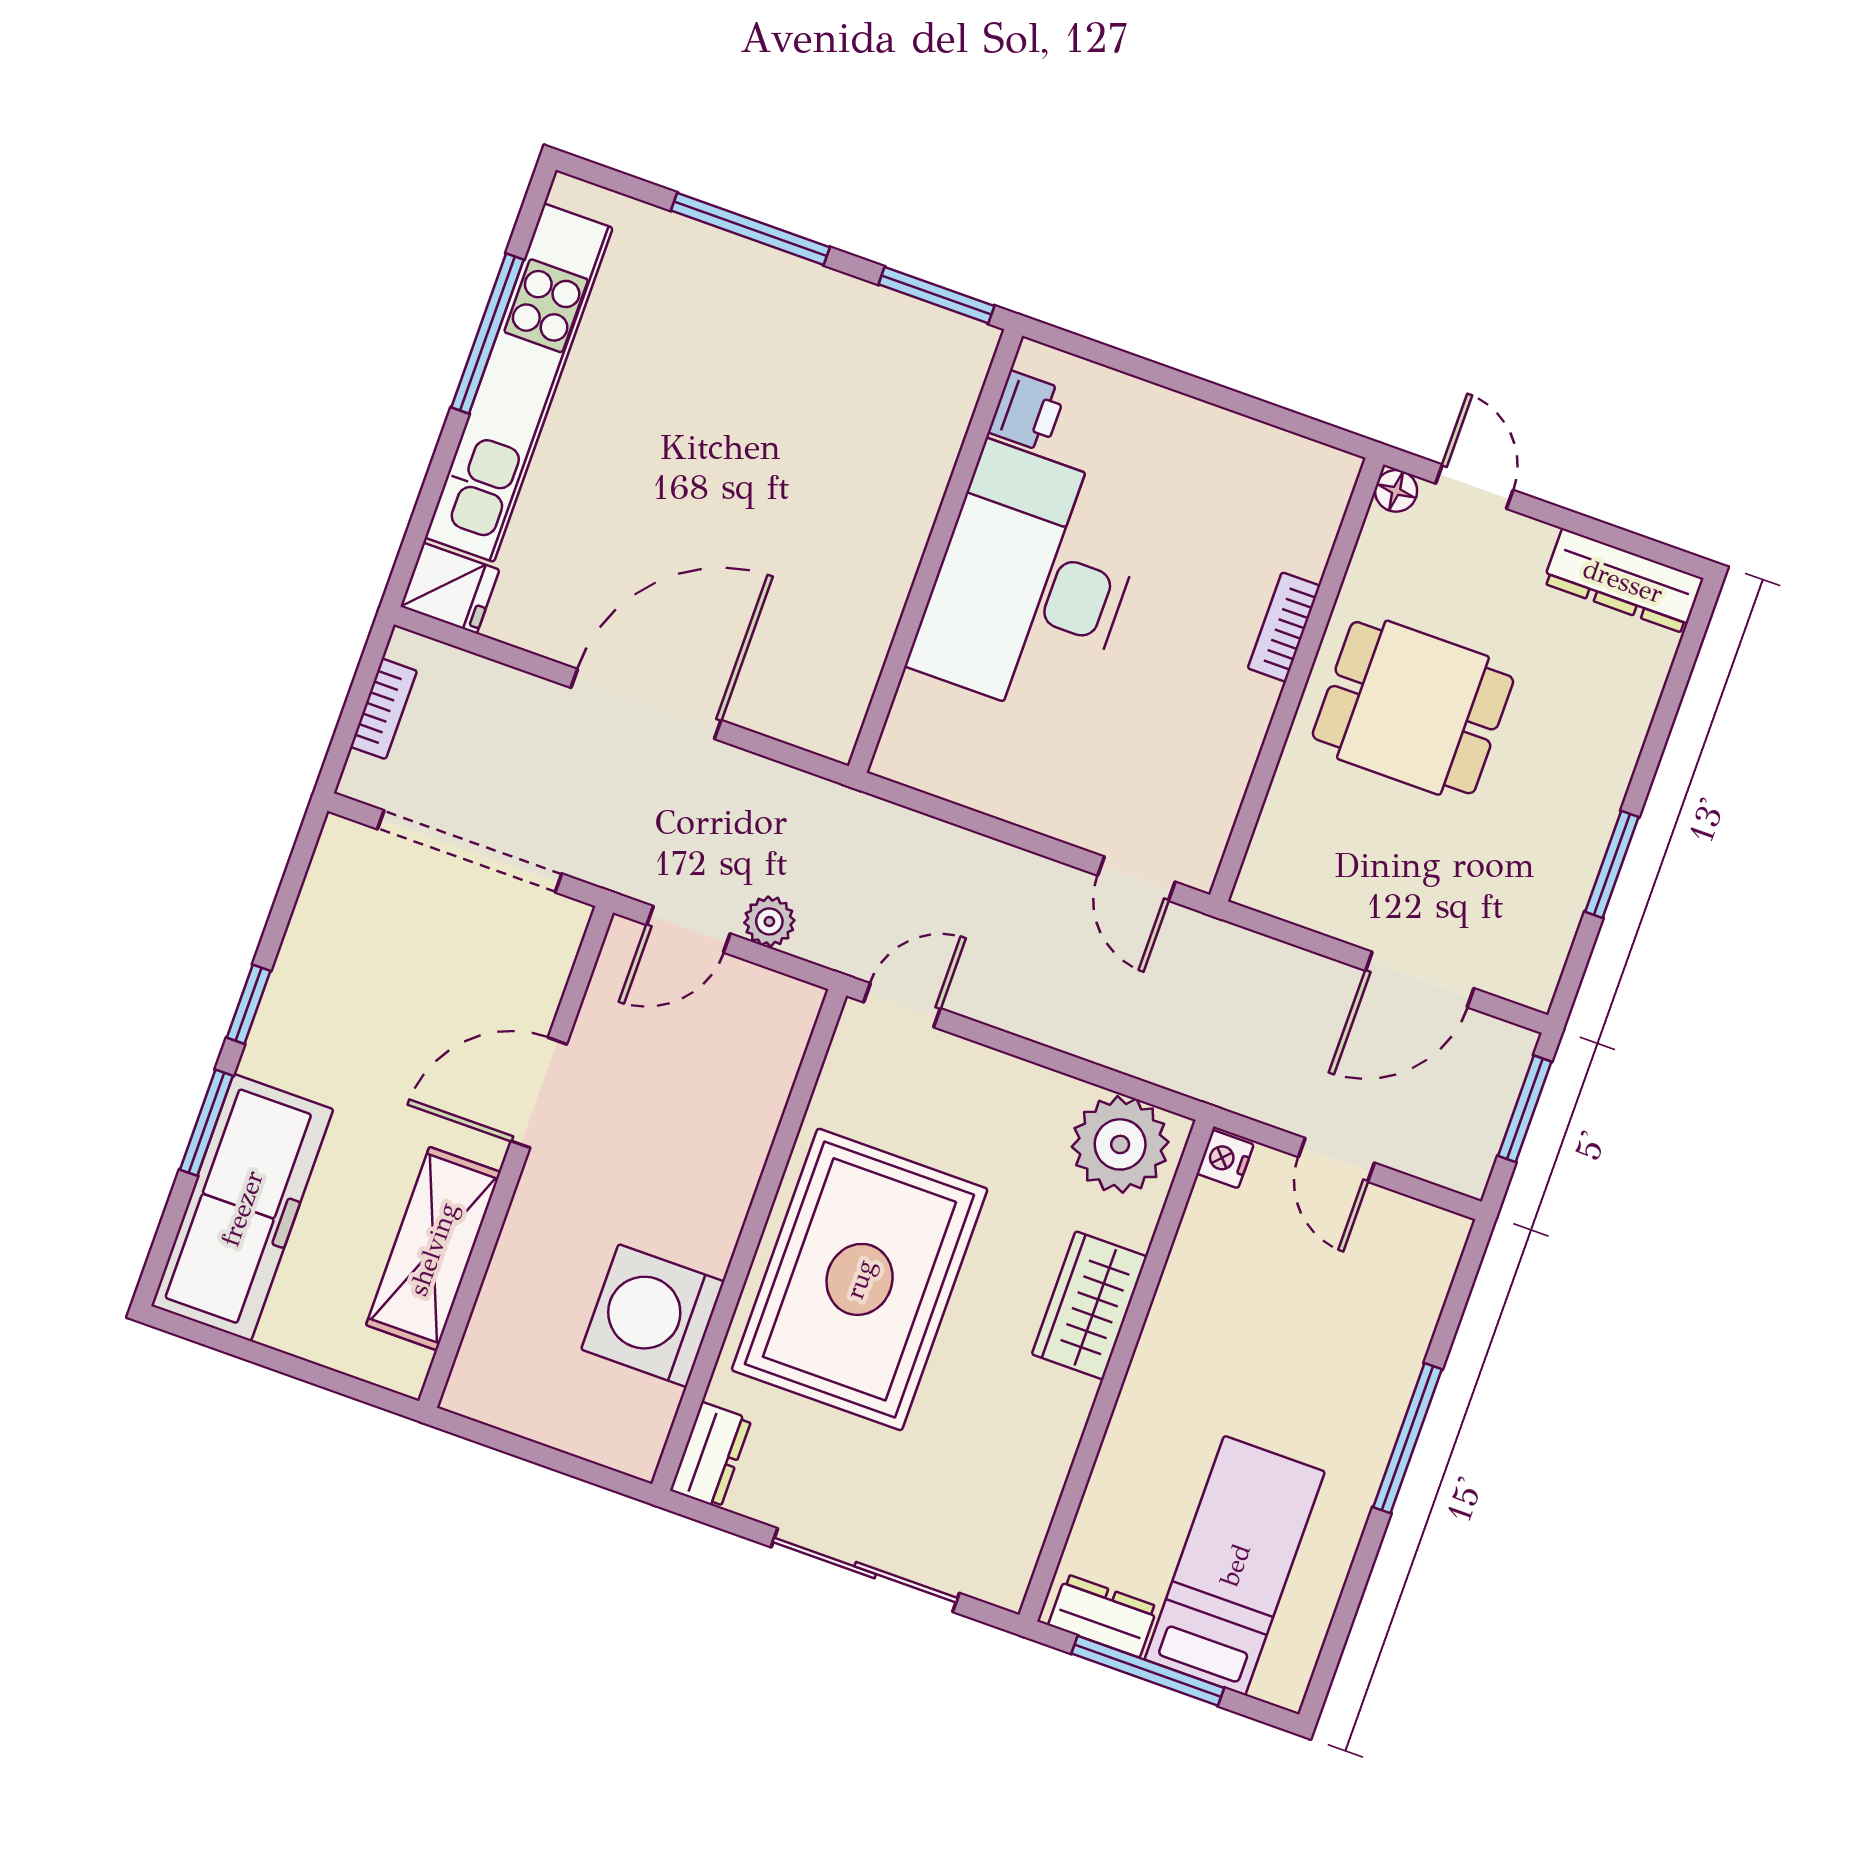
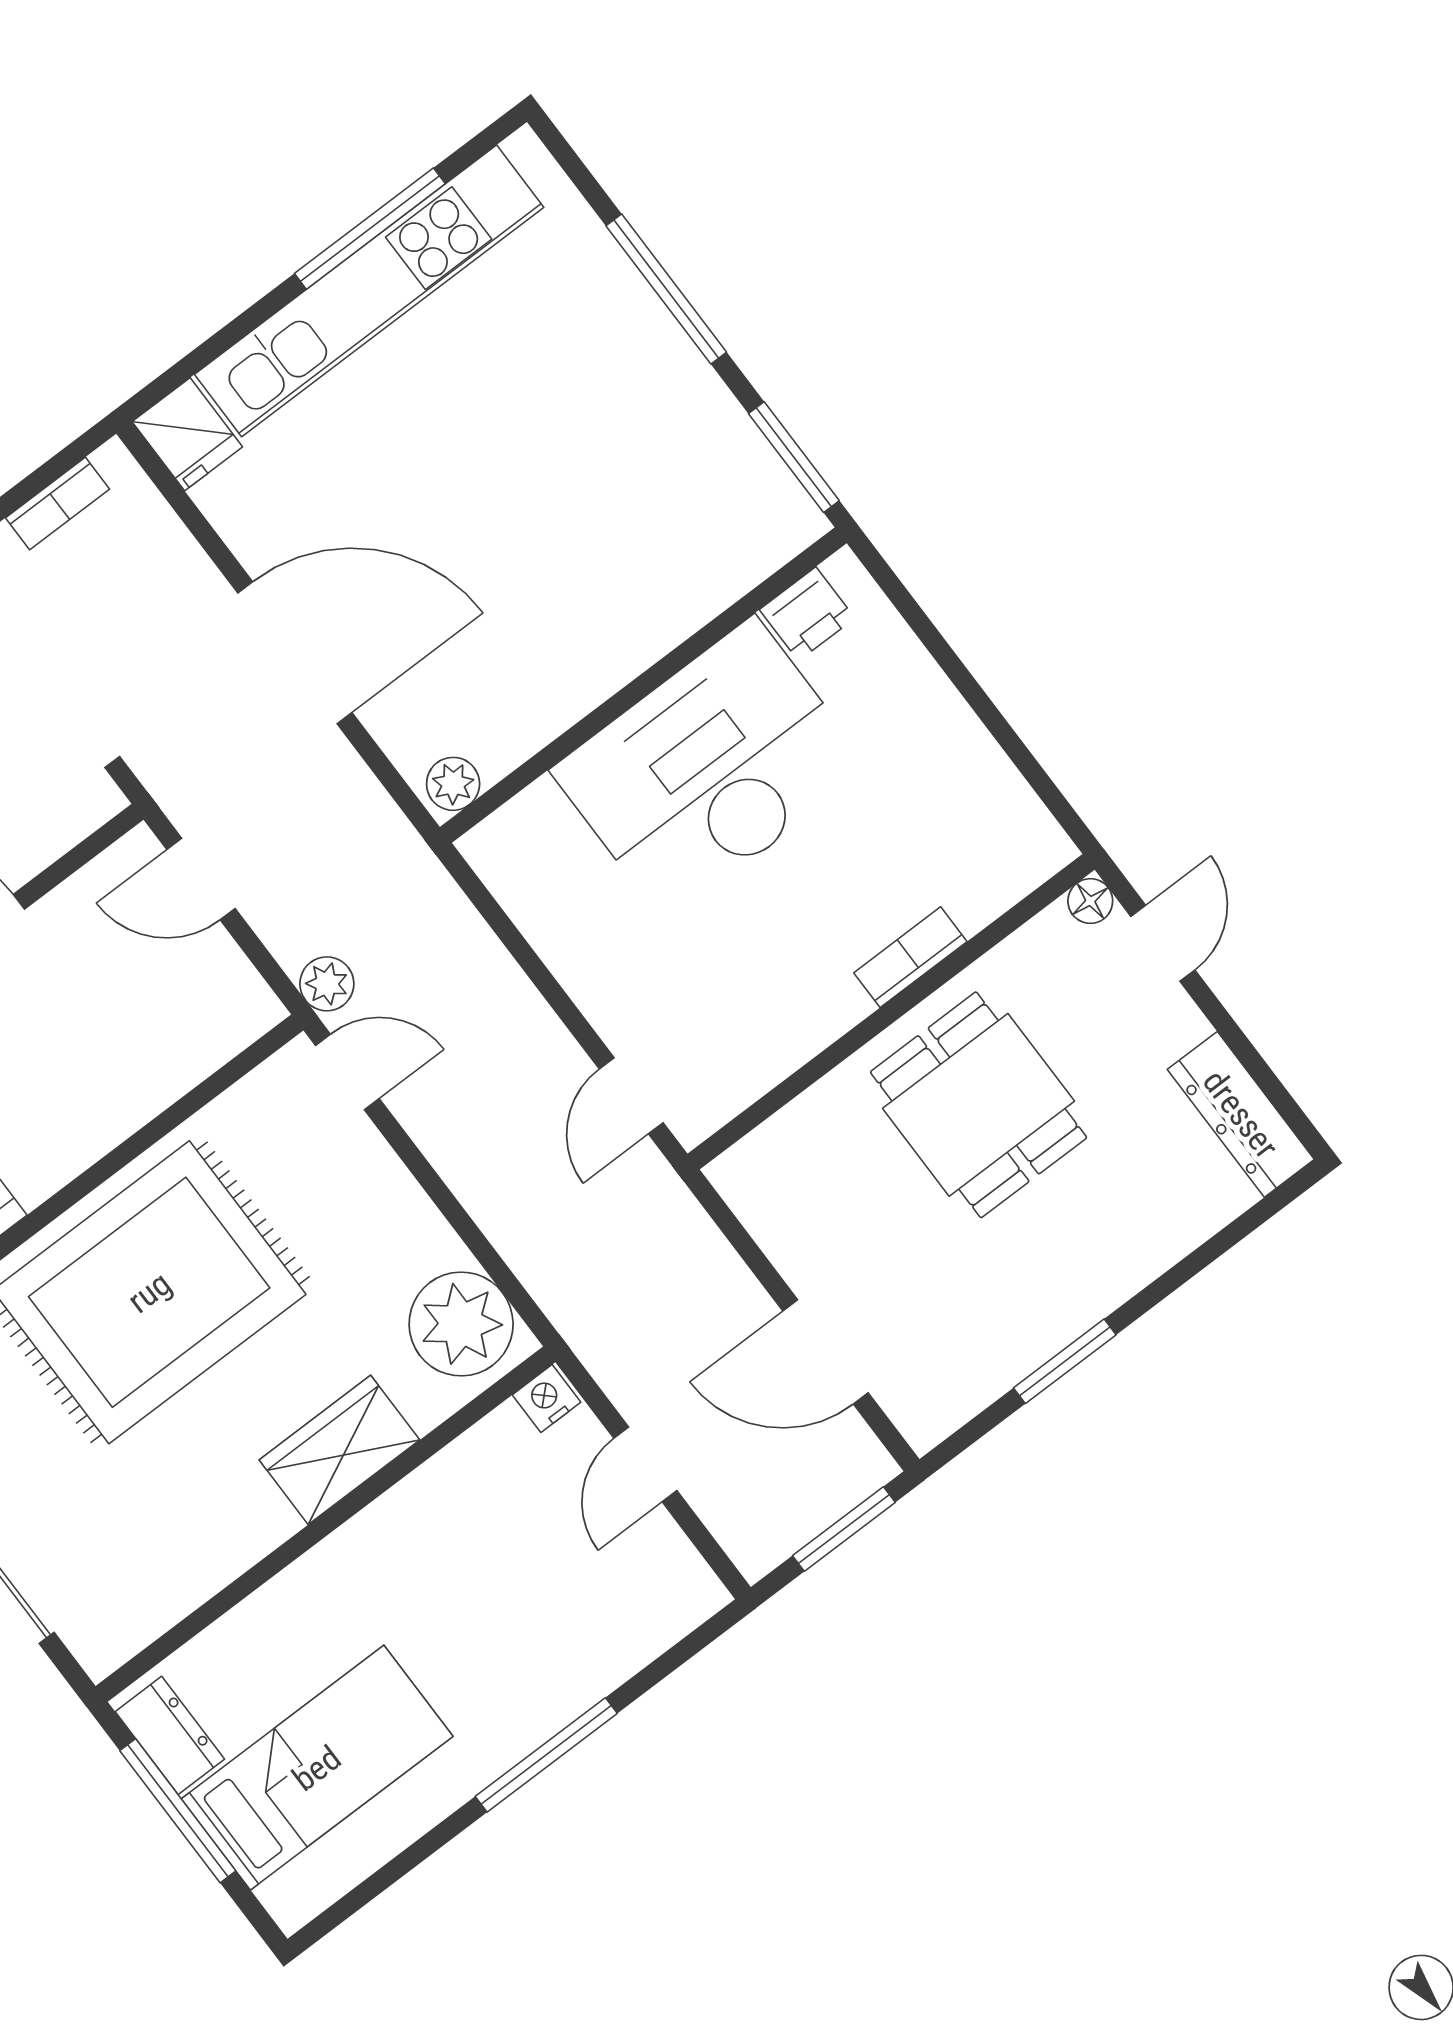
plant: (837, 726) -> (453, 784), added
plant: (769, 921) -> (327, 984), moved

